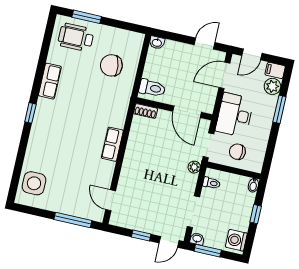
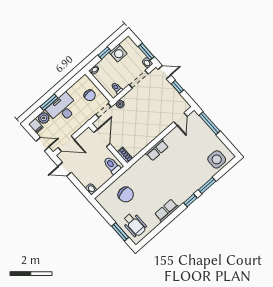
desk: (235, 115) -> (62, 108), moved, turned 180
window: (23, 145) -> (207, 185), added
washing machine: (236, 240) -> (118, 53), moved

